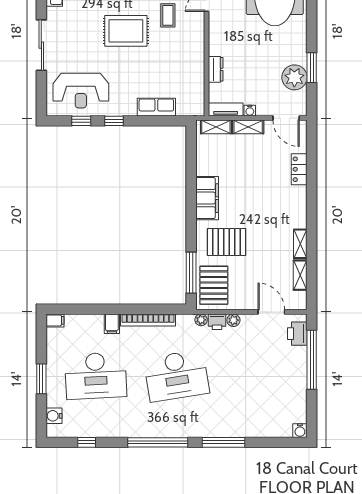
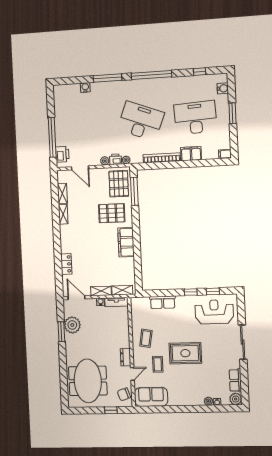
coffee table: (184, 54) -> (146, 338), added
dresser: (216, 69) -> (126, 357), moved
filing cabinet: (112, 324) -> (191, 154), width x2.00
desk: (177, 376) -> (141, 121), turned 30
water cooler: (300, 431) -> (85, 87), moved

